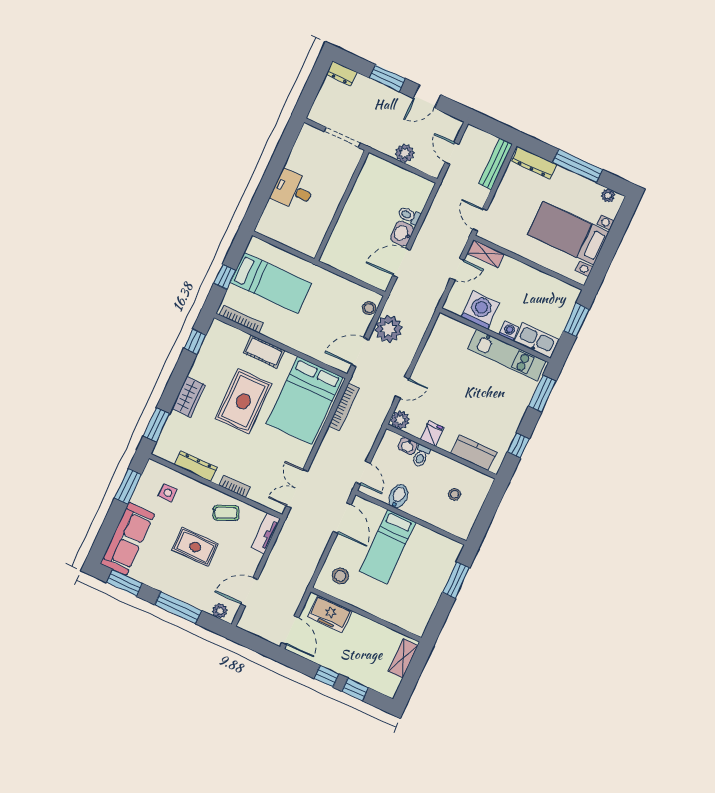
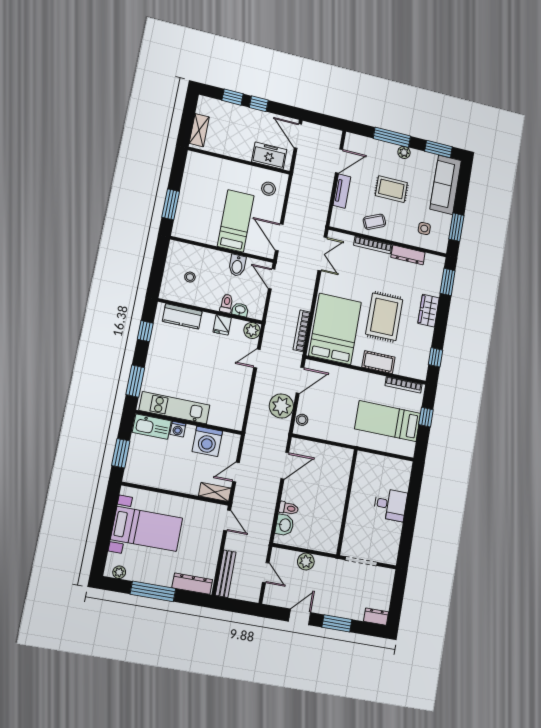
washbasin: (402, 234) -> (285, 525), moved
bookcase: (235, 486) -> (373, 245), width x1.56
tv unit: (266, 533) -> (342, 191), moved
plant: (220, 611) -> (404, 152), moved

